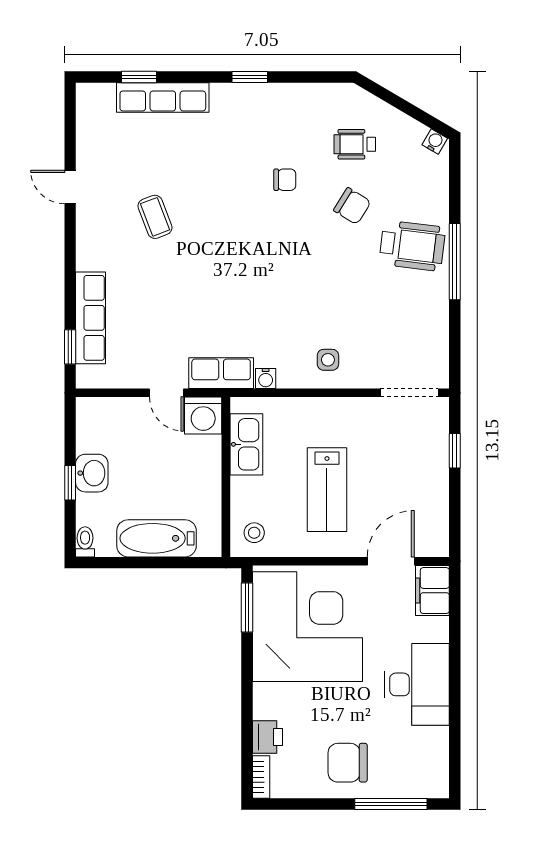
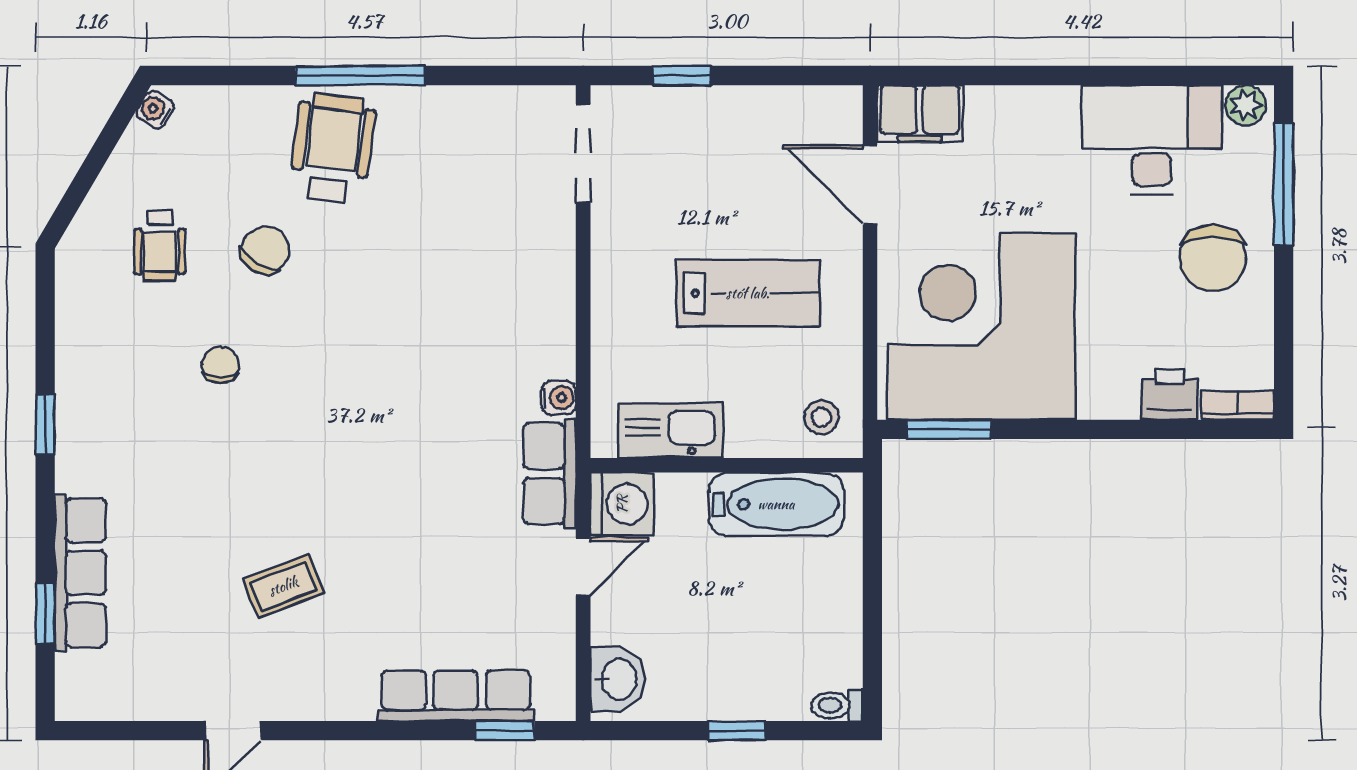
side table: (328, 360) -> (527, 292), removed
washbasin: (92, 473) -> (618, 679), moved, turned 90
bathtub: (157, 538) -> (776, 504), moved, turned -90
desk: (417, 684) -> (1152, 140), moved
plant: (437, 782) -> (1245, 105), added

